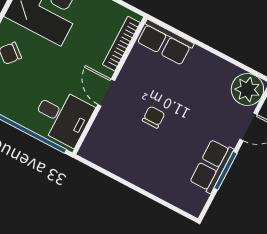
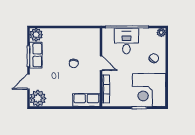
desk: (63, 117) -> (126, 41), moved, turned 90
plant: (193, 201) -> (36, 35), added

